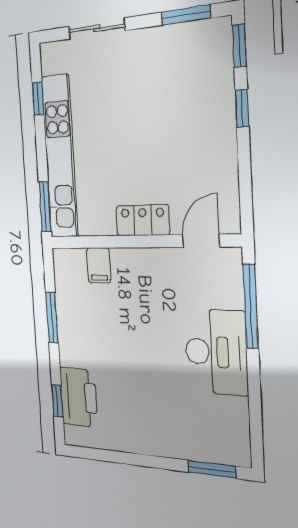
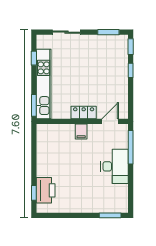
filing cabinet: (99, 265) -> (81, 131), moved
window: (52, 318) -> (34, 155), removed

